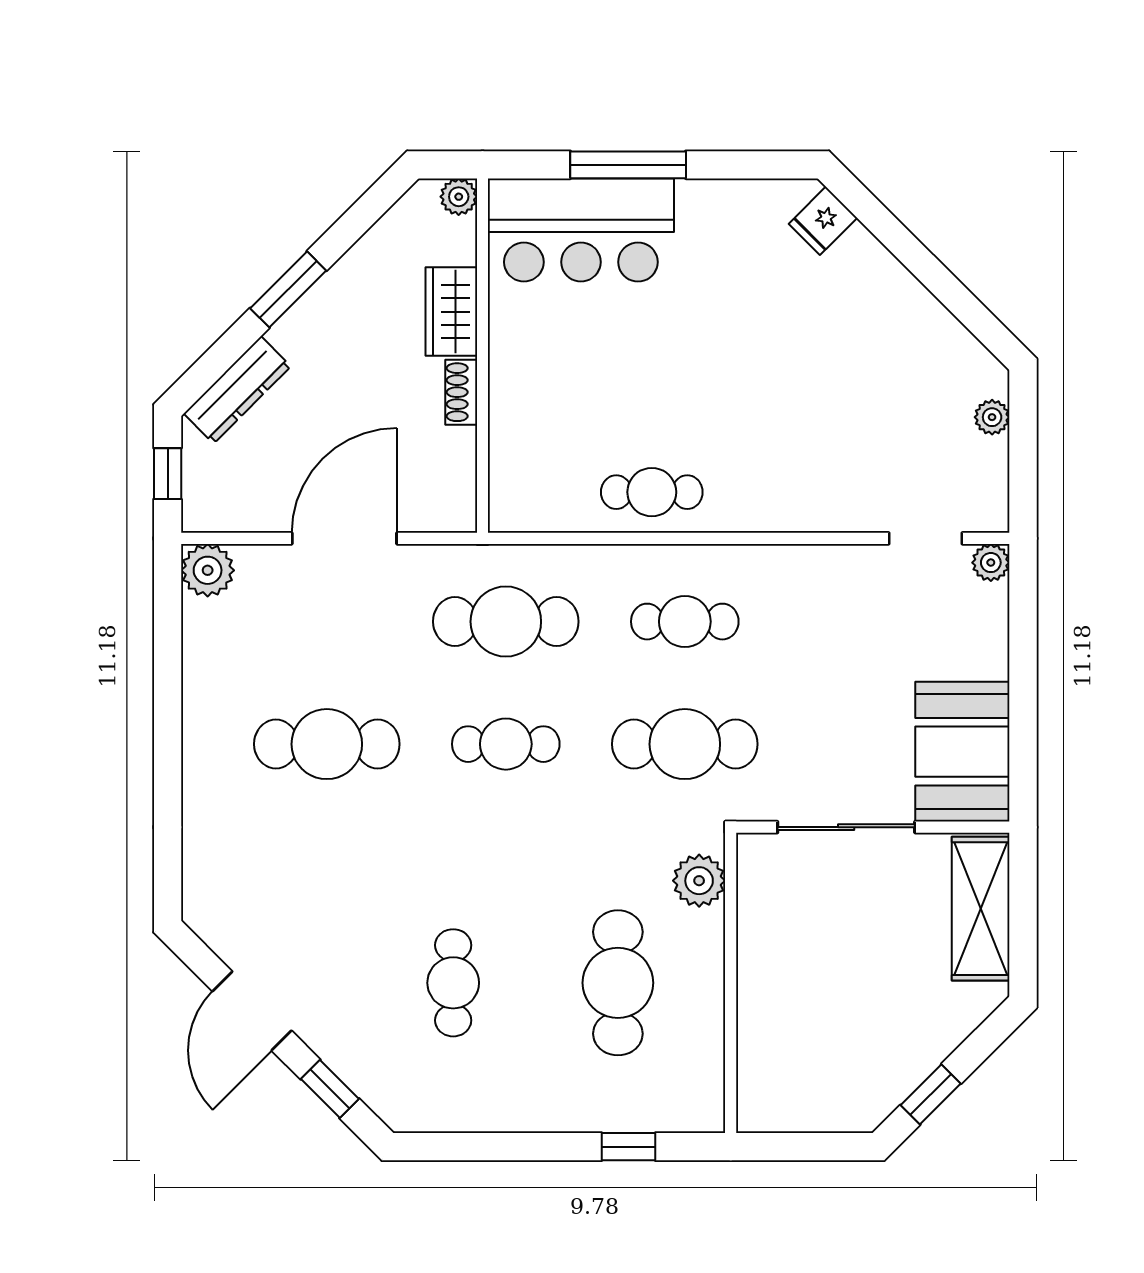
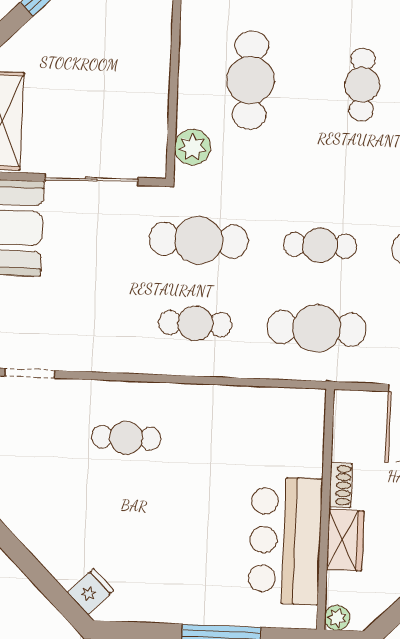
bar counter: (581, 230) -> (285, 541), moved, turned -90
cafe table: (652, 492) -> (126, 438), moved

